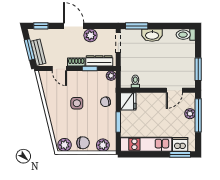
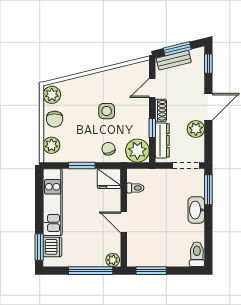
plant: (111, 76) -> (137, 151), width x1.88, depth x1.88
door: (174, 90) -> (124, 222), moved
plant: (190, 114) -> (113, 260), moved

